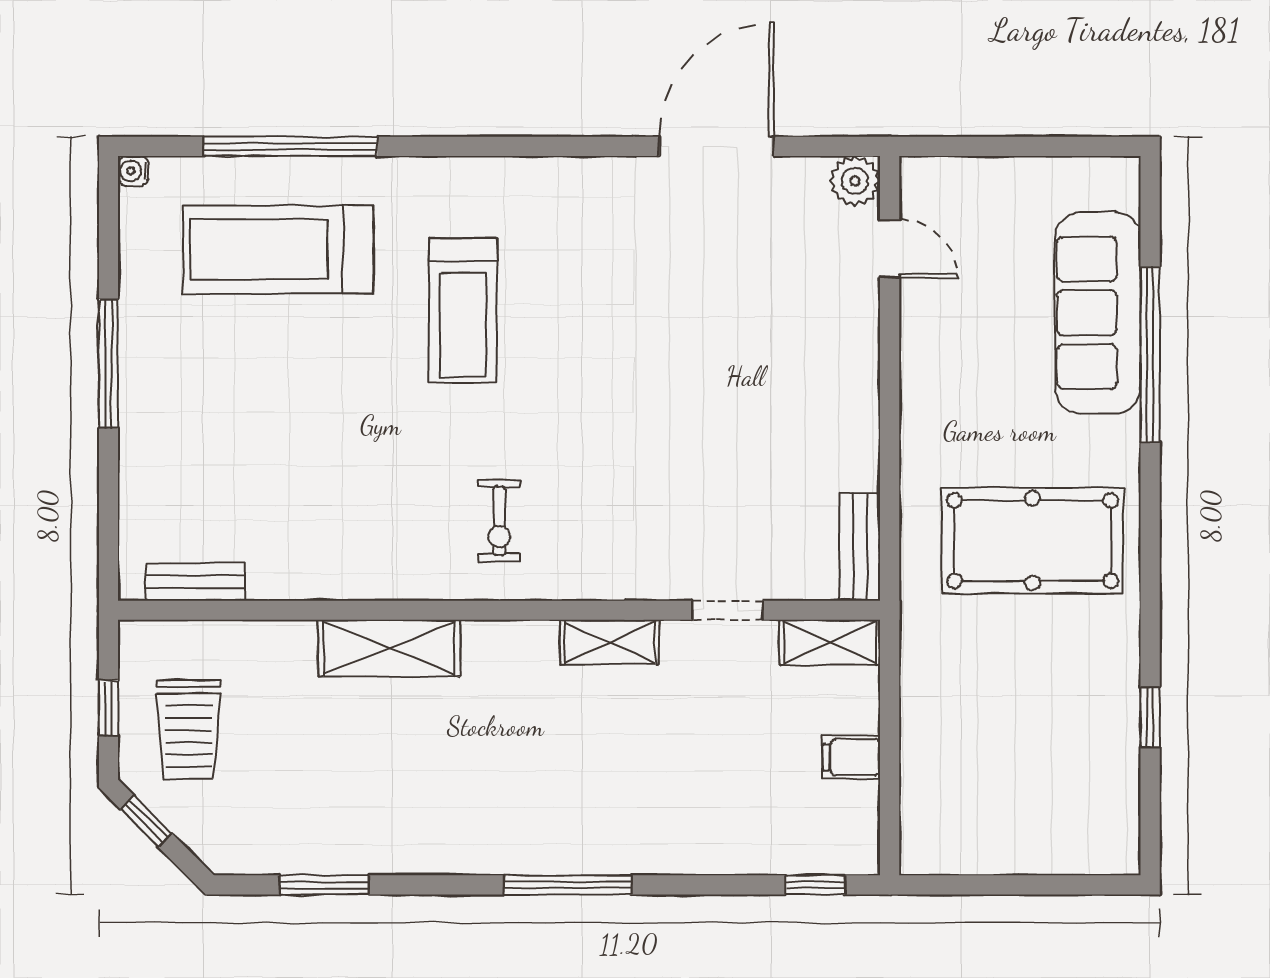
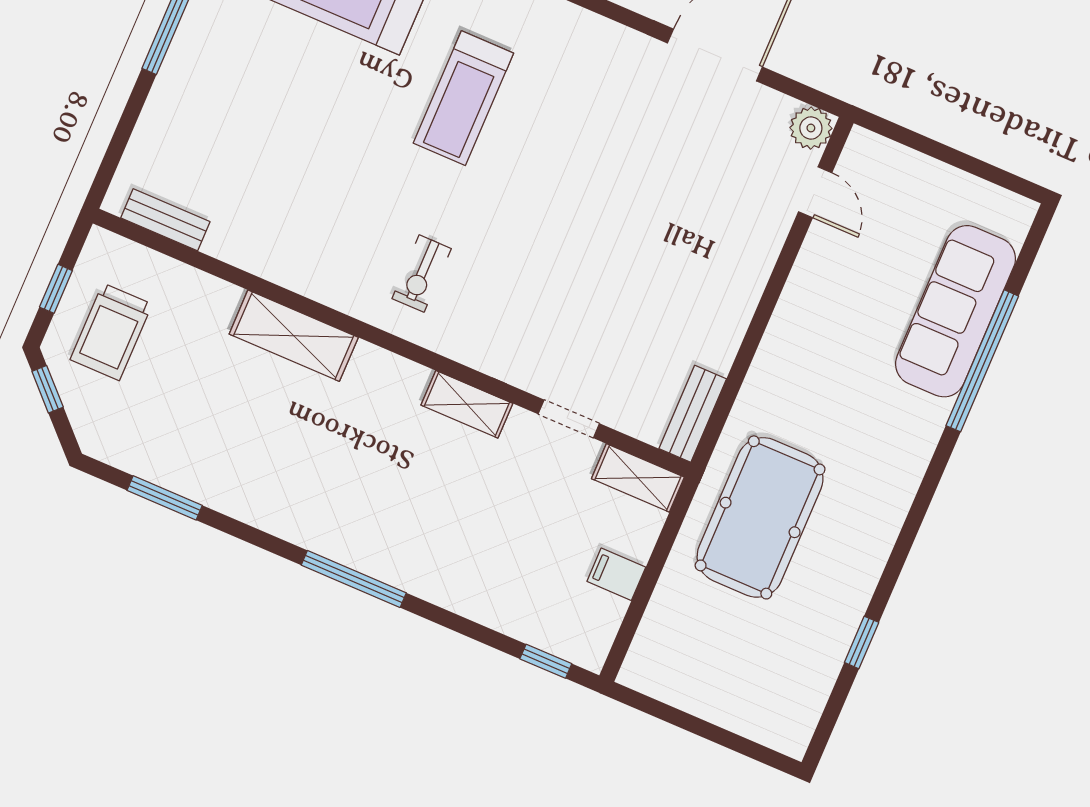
pool table: (1033, 541) -> (760, 517), moved, turned 90

